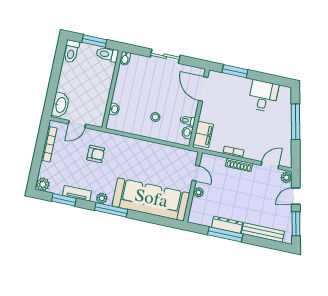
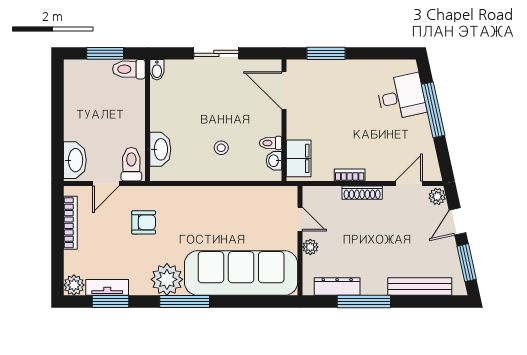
toilet: (71, 51) -> (131, 164), moved, turned 180
desk: (263, 96) -> (401, 97), moved, turned 78
washbasin: (114, 109) -> (160, 149), width x1.91, depth x1.45
tv unit: (77, 193) -> (107, 287), moved
plant: (102, 198) -> (167, 279), width x1.88, depth x1.88
dresser: (227, 225) -> (337, 287), moved

